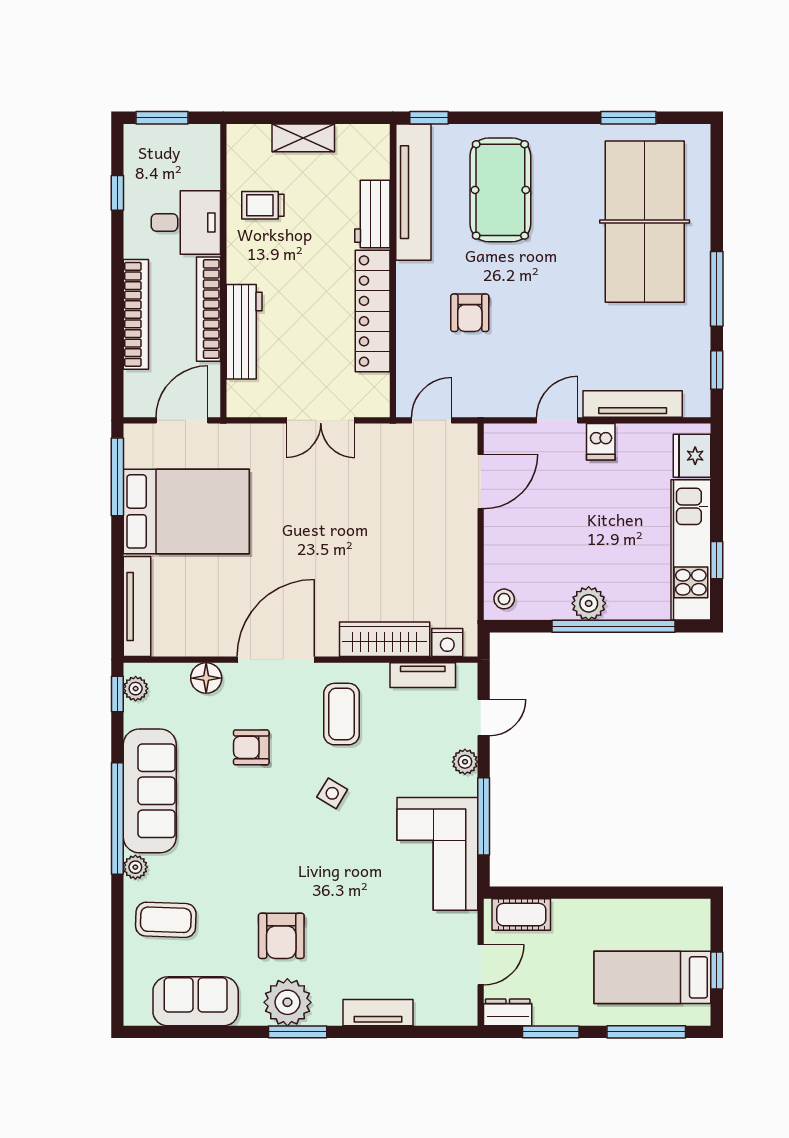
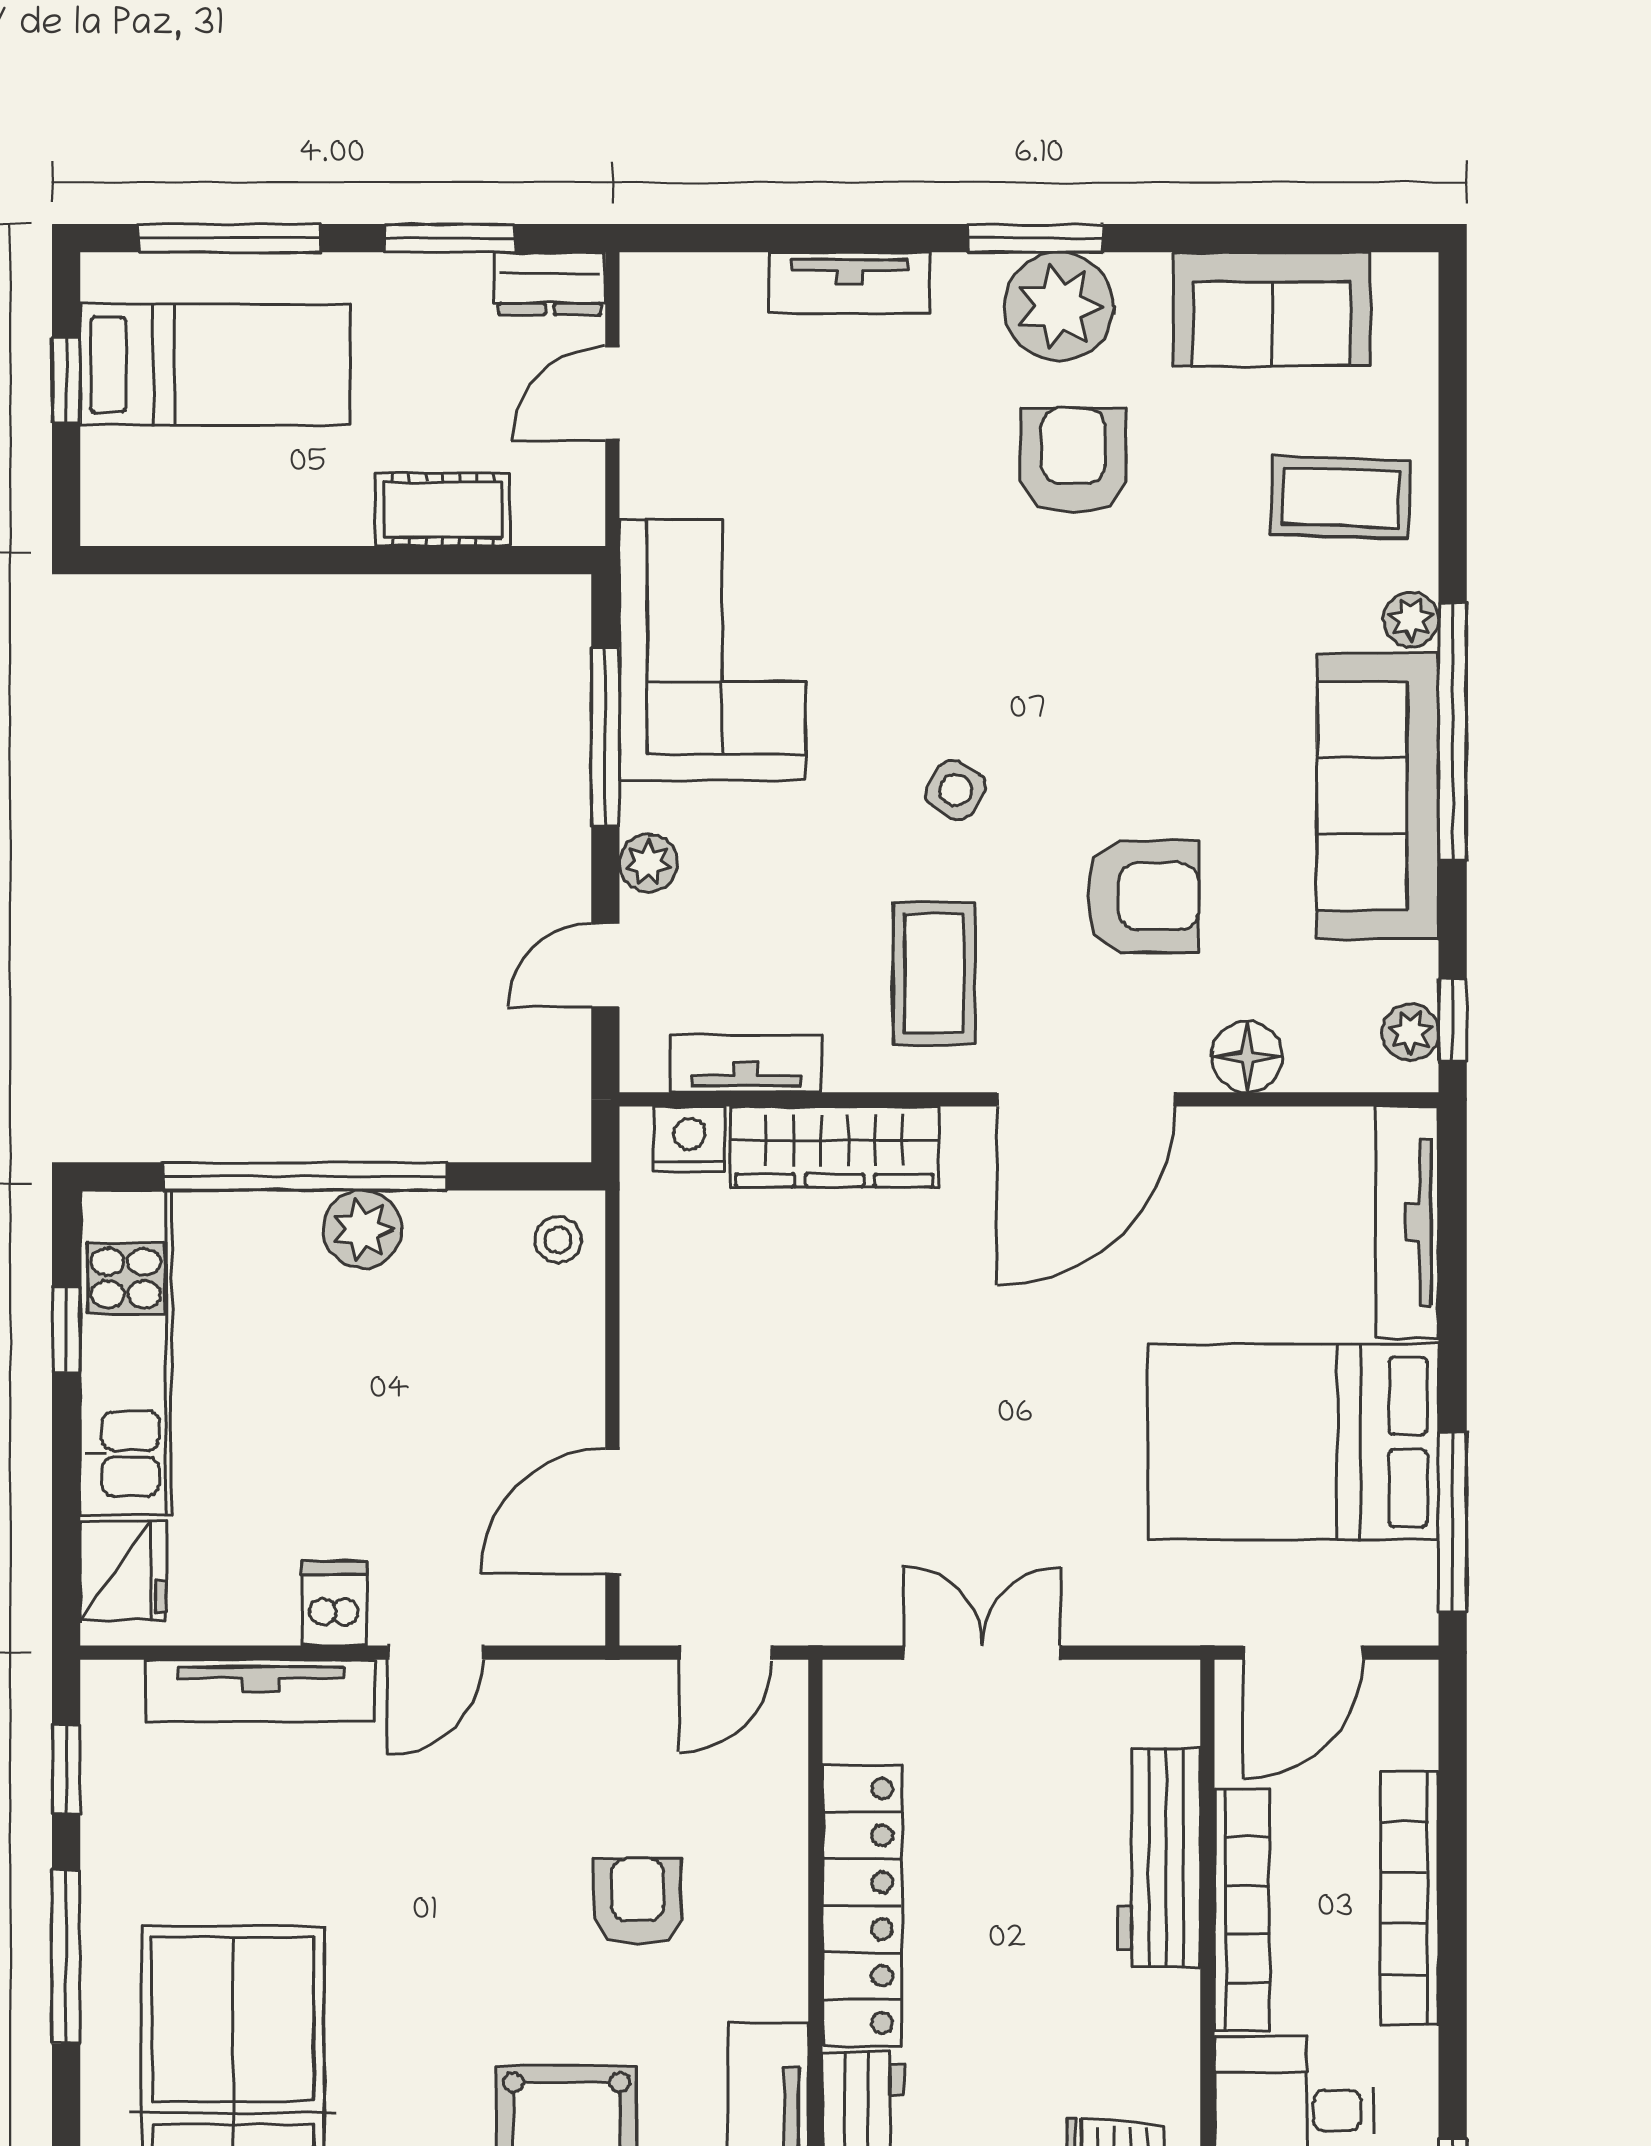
armchair: (251, 747) -> (1143, 896), width x1.38, depth x1.38
cot: (521, 915) -> (443, 510), moved

